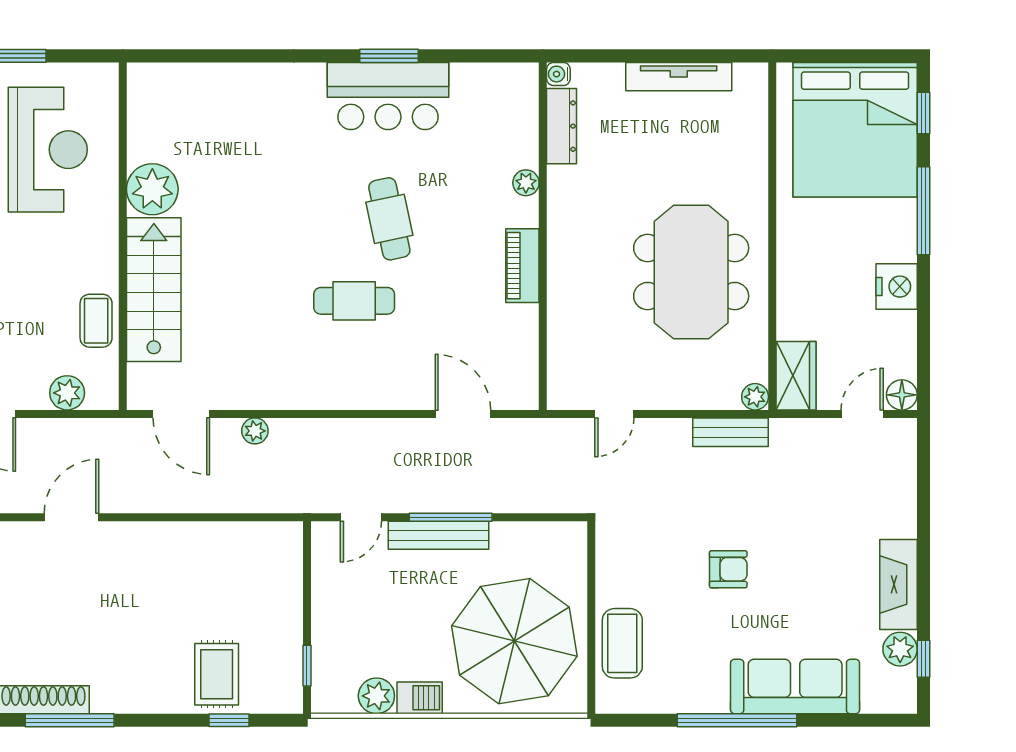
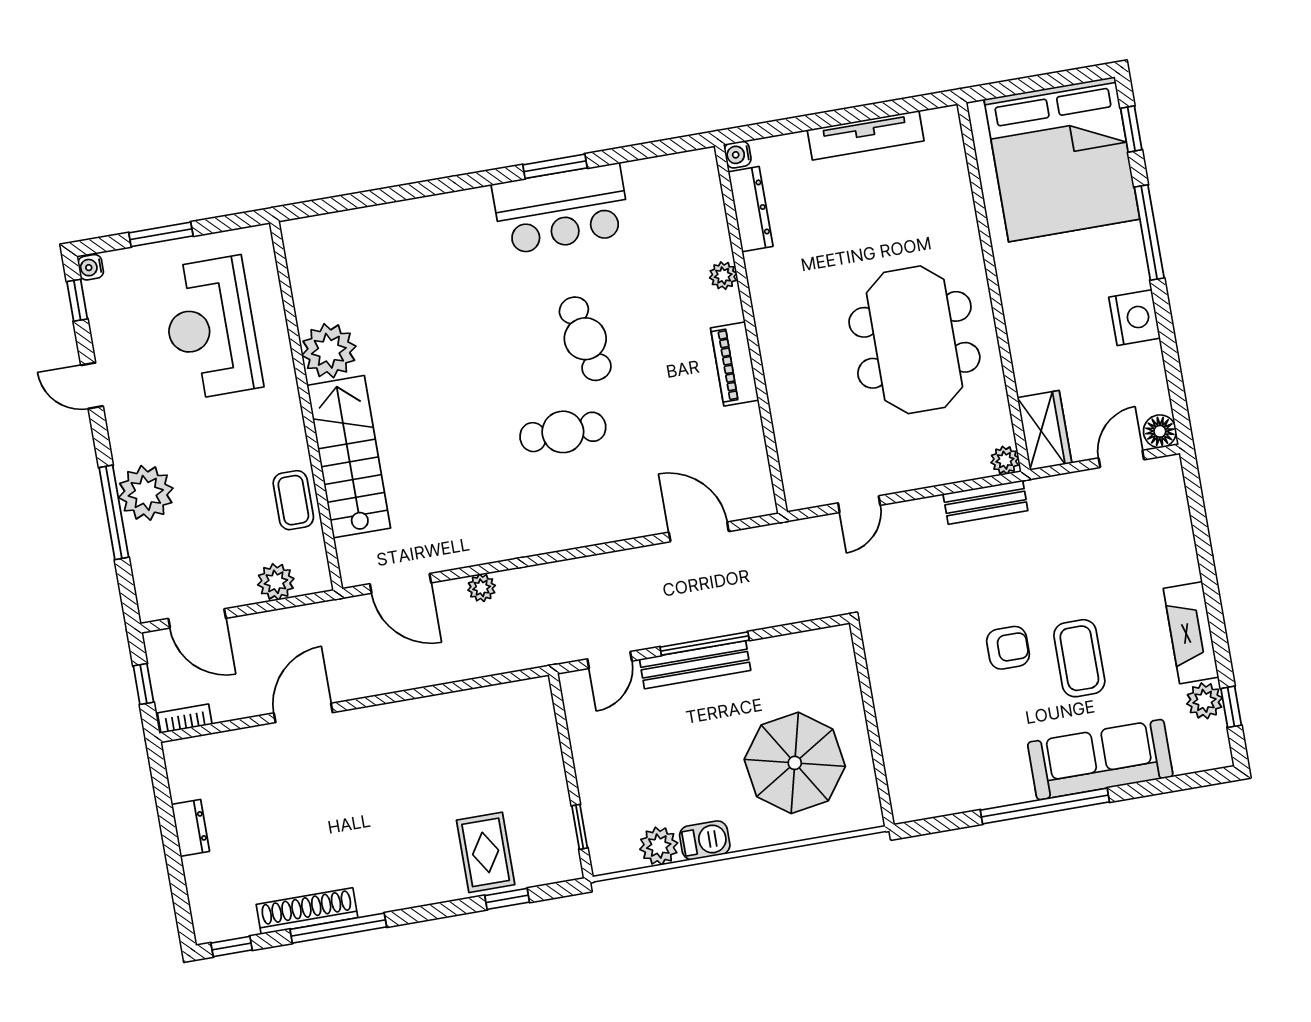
reception desk: (48, 150) -> (211, 328), turned 180
parasol: (514, 641) -> (795, 763), width x0.73, depth x0.73
coffee table: (622, 643) -> (1079, 658), moved

